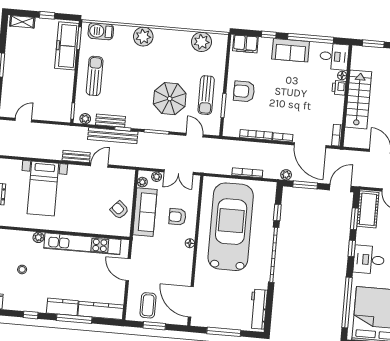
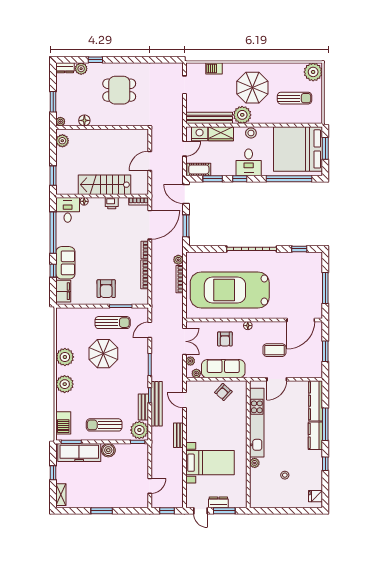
plant: (202, 42) -> (65, 357), moved
sofa: (291, 50) -> (65, 263), moved
boiler: (67, 78) -> (108, 450), added
printer: (339, 88) -> (112, 203), moved
parasol: (170, 99) -> (103, 354), moved
plant: (85, 119) -> (139, 430), width x1.87, depth x1.87
door: (23, 120) -> (150, 486), swing flipped
door: (99, 165) -> (185, 400), moved
plant: (286, 175) -> (178, 260), moved
cot: (368, 209) -> (199, 169), width x0.73, depth x0.75
window: (277, 212) -> (299, 249), moved
coffee table: (148, 305) -> (274, 350), moved
workbench: (258, 309) -> (302, 259), removed

